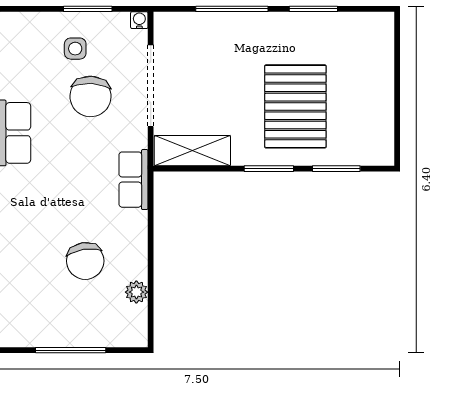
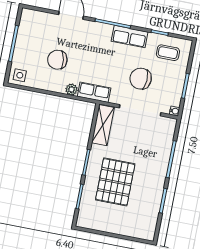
side table: (75, 49) -> (20, 75), moved
coffee table: (31, 54) -> (168, 53), added
pallet: (295, 106) -> (115, 182), turned 90
plant: (136, 292) -> (72, 89), moved

